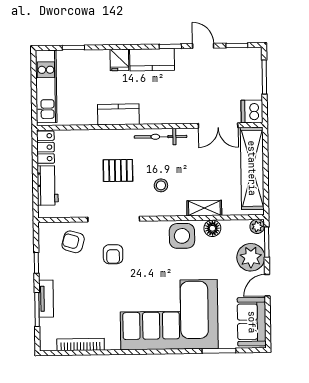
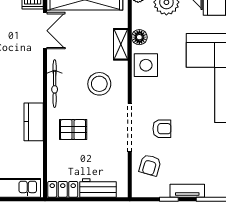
pallet: (118, 170) -> (73, 130), moved, turned 90
stool: (161, 185) -> (99, 84), width x1.89, depth x1.89
tv unit: (46, 299) -> (187, 191), moved

